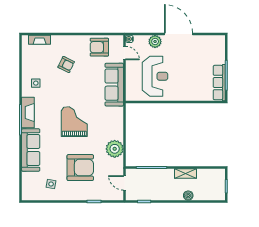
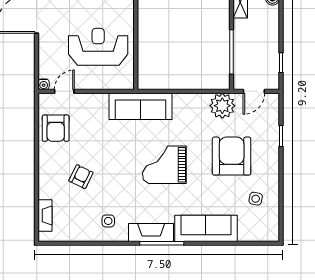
plant: (155, 42) -> (47, 47), removed
sofa: (114, 85) -> (140, 106), moved
plant: (115, 149) -> (222, 106), moved

